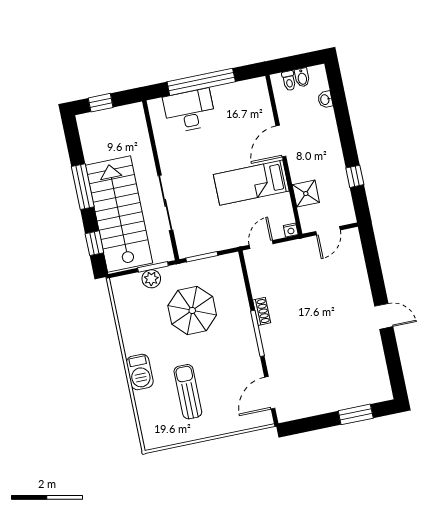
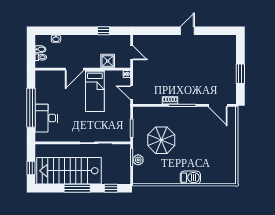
door: (281, 141) -> (75, 69), hinge flipped
stairs: (119, 214) -> (69, 171), moved
sun lounger: (188, 392) -> (207, 152), removed
window: (356, 414) -> (240, 74), moved

